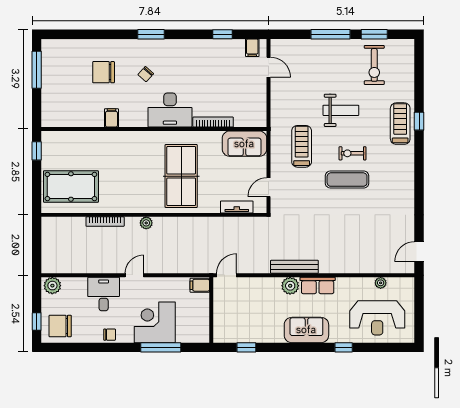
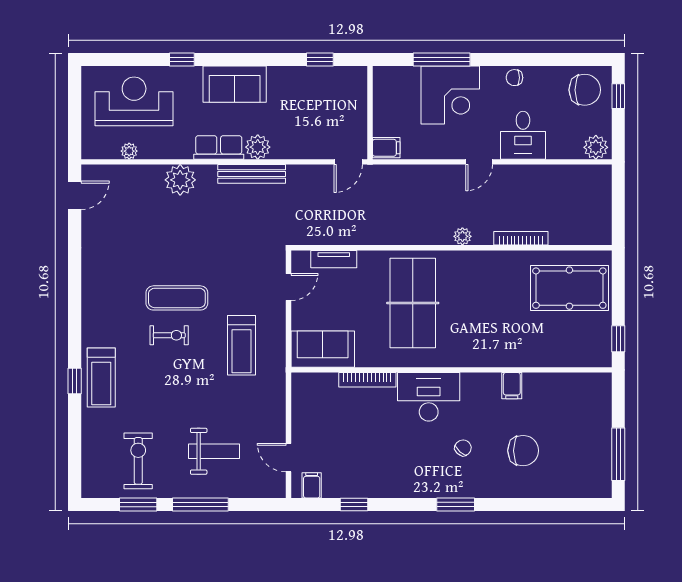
weight bench: (341, 110) -> (214, 451), moved, turned 180
plant: (345, 263) -> (180, 180), added

